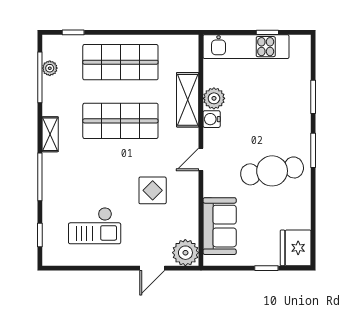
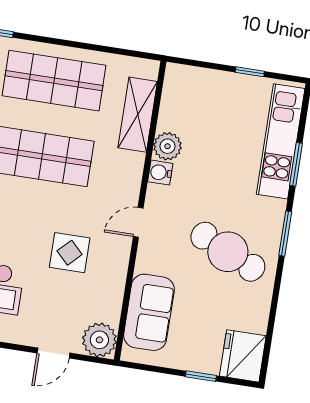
kitchen unit: (246, 47) -> (281, 141), moved, turned 90
shelving: (188, 100) -> (138, 115), moved
cafe table: (272, 171) -> (228, 252), turned 34

